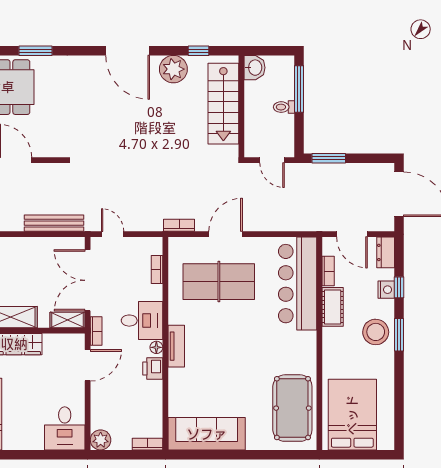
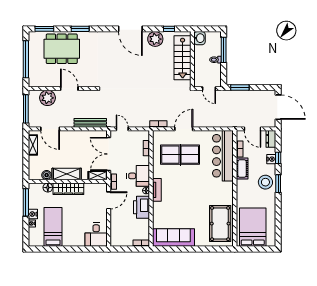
printer: (153, 368) -> (142, 207), width x1.87, depth x1.48
plant: (101, 440) -> (116, 241), removed

